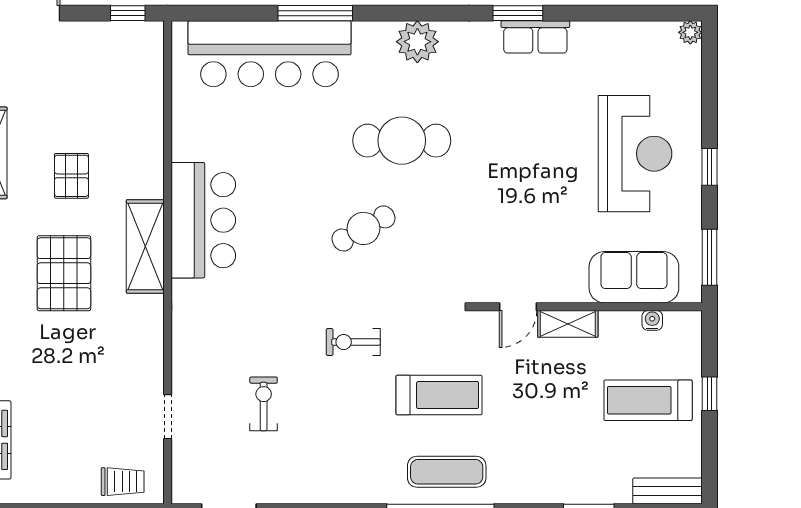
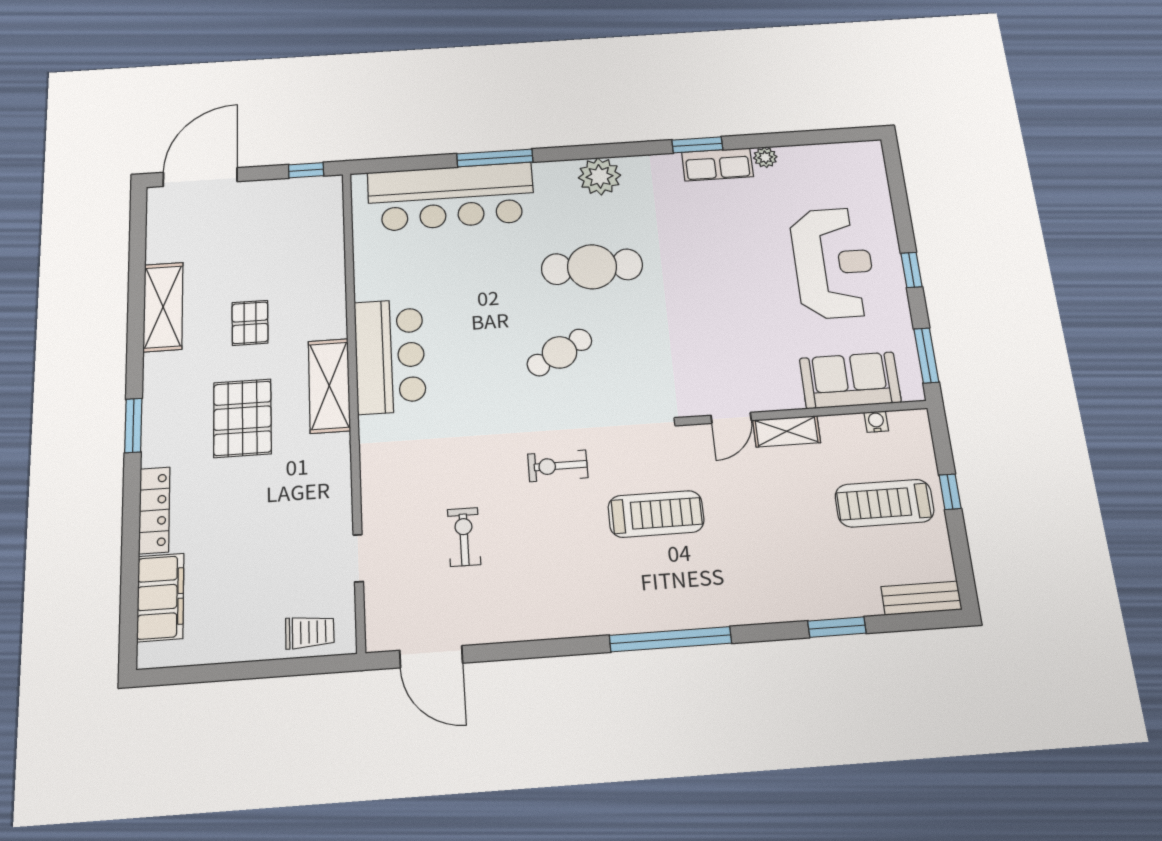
plant: (690, 32) -> (765, 157), moved
exercise mat: (447, 472) -> (673, 595), removed

